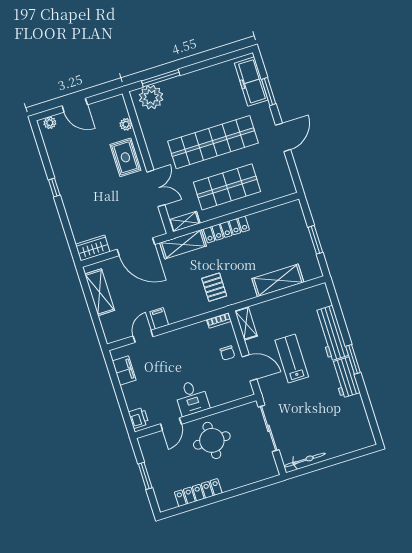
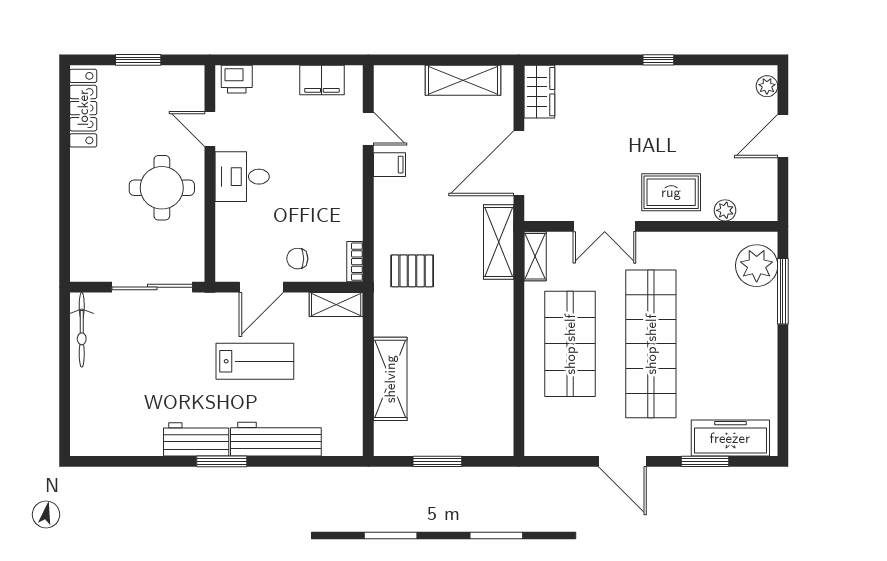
locker: (226, 229) -> (501, 321), removed
locker: (198, 493) -> (83, 108), moved

